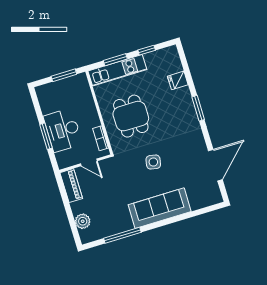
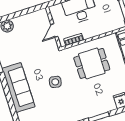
piano: (71, 186) -> (36, 17), removed

